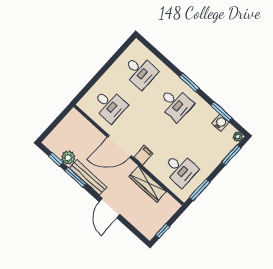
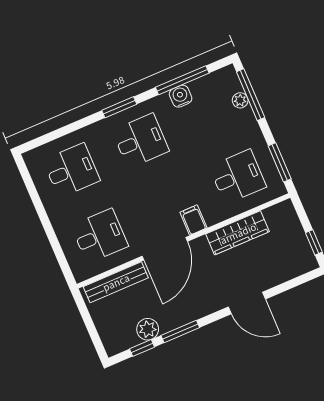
window: (221, 112) -> (182, 80), width x1.44
water cooler: (220, 123) -> (181, 96), moved
plant: (238, 137) -> (240, 100), moved
window: (231, 155) -> (251, 95), width x1.44
bench: (88, 178) -> (116, 282), moved

